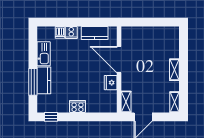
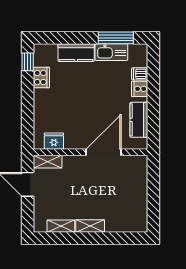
window: (33, 82) -> (116, 38), moved
fridge: (111, 83) -> (54, 141), moved
shelving: (175, 102) -> (61, 226), moved
cooker: (78, 106) -> (41, 78), moved

